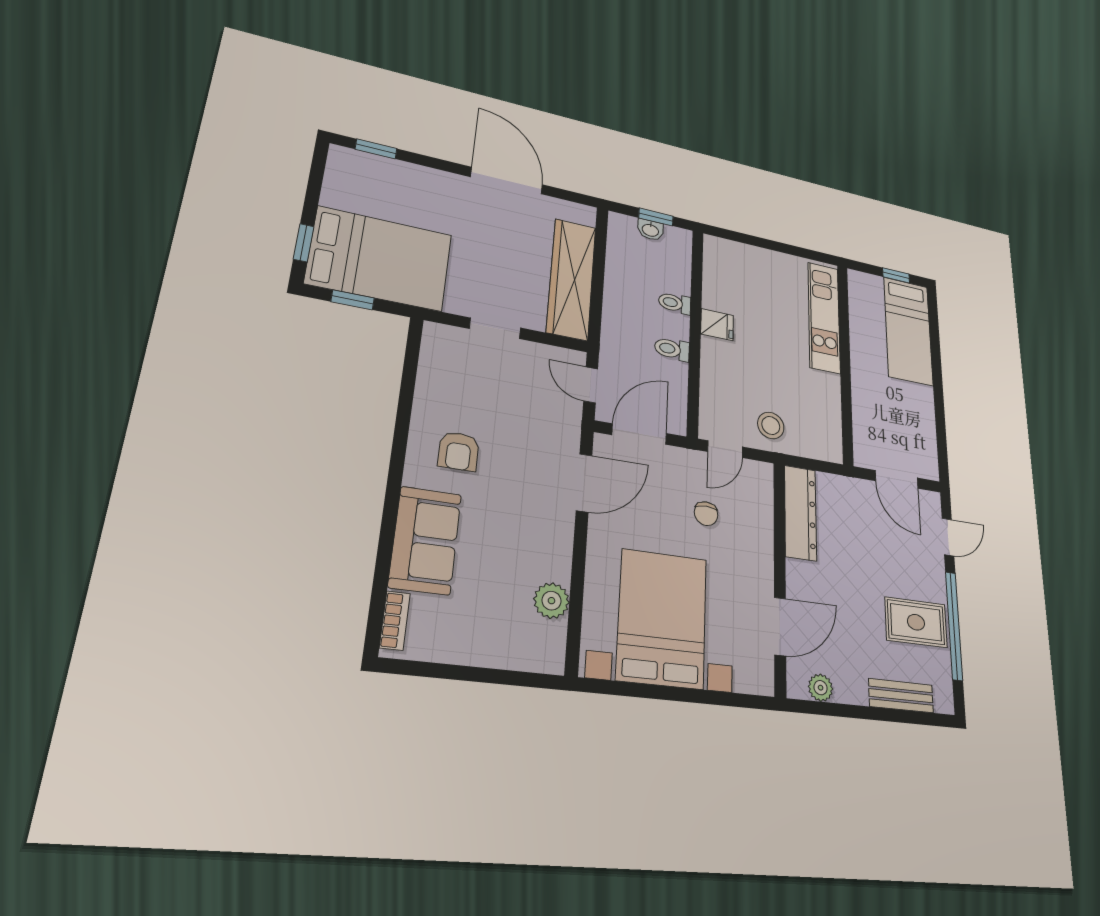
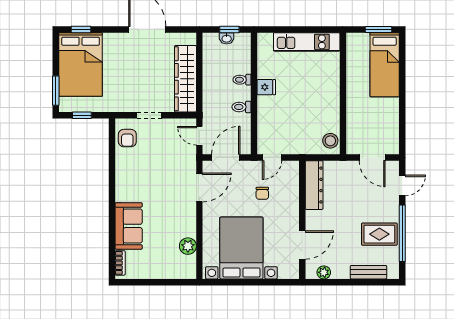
window: (304, 243) -> (56, 91), width x1.50
bed: (380, 259) -> (81, 65), moved, turned 90
window: (896, 275) -> (378, 29), width x1.50
kitchen unit: (824, 317) -> (307, 42), moved, turned -90
stool: (771, 425) -> (330, 141), moved
armchair: (459, 451) -> (127, 138), moved

